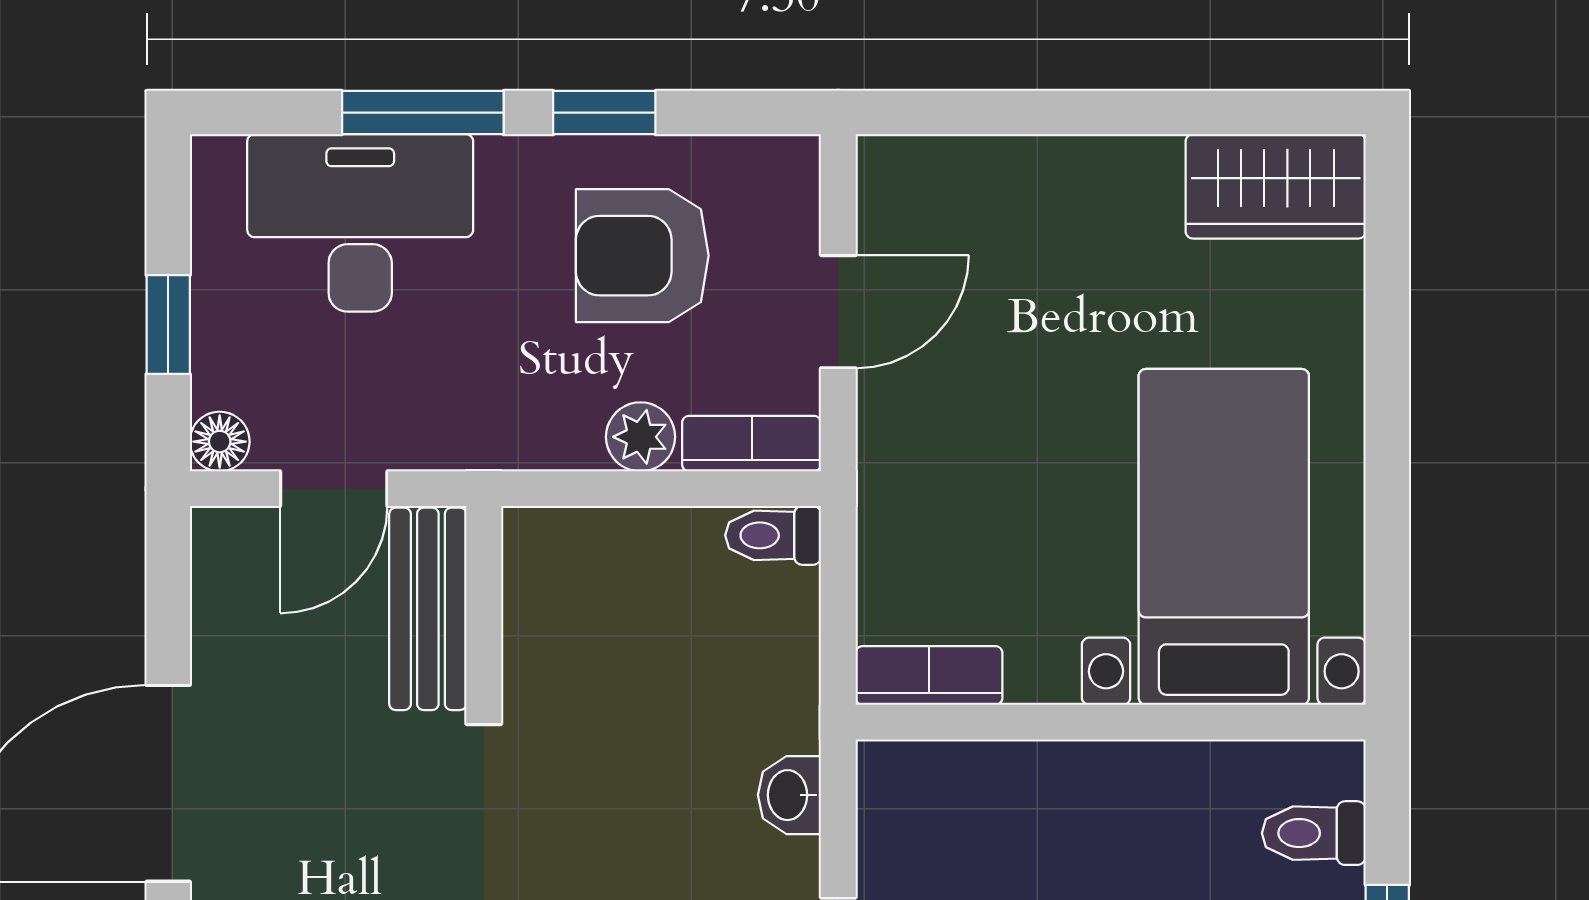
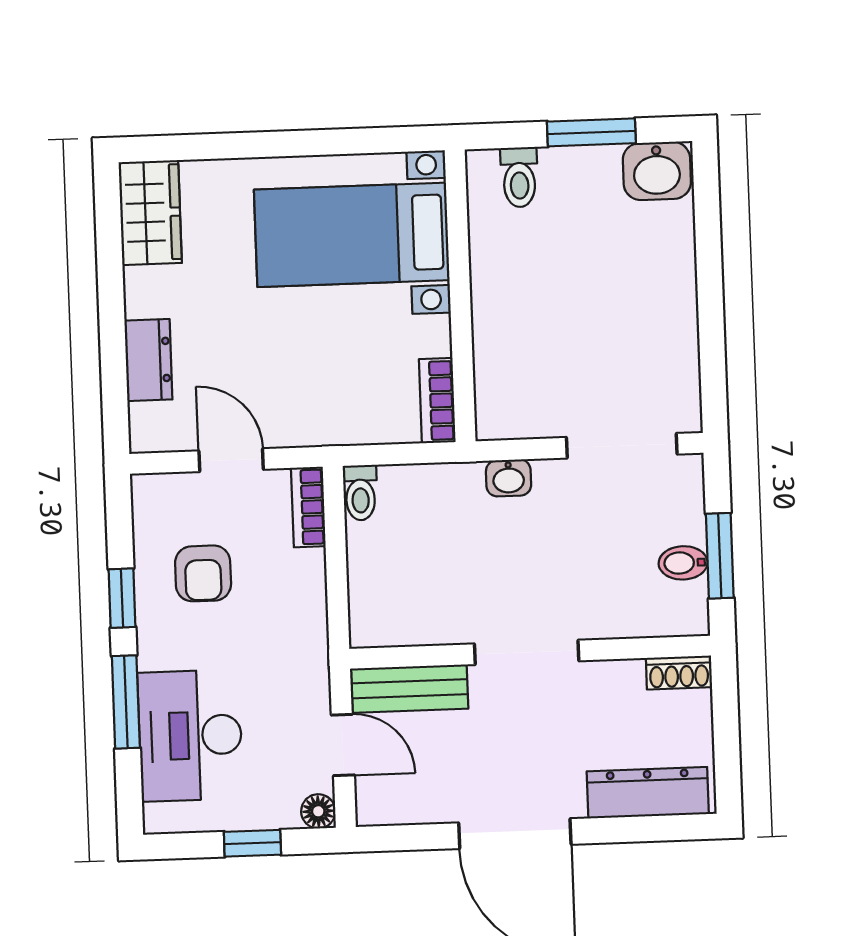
dresser: (1018, 174) -> (148, 360), added
armchair: (642, 256) -> (203, 573), width x0.72, depth x0.72
plant: (641, 437) -> (307, 571), removed

